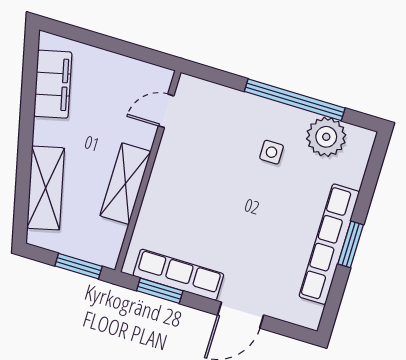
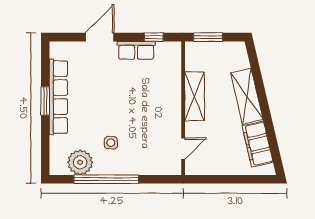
shelving: (46, 188) -> (247, 96), moved
row of seats: (178, 275) -> (136, 50), width x0.68
window: (160, 291) -> (154, 37), width x0.67

